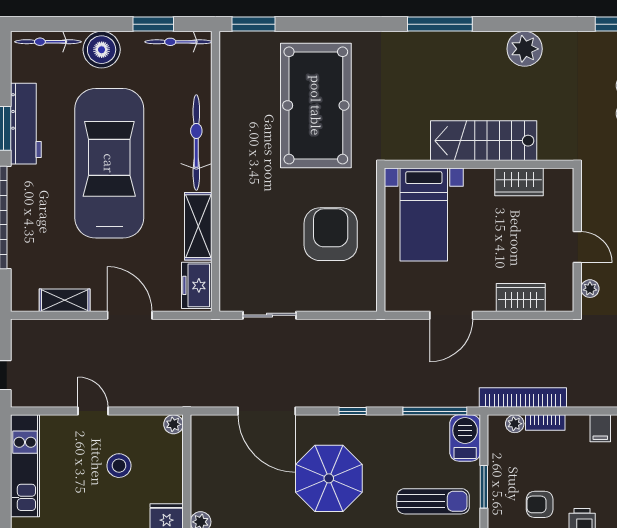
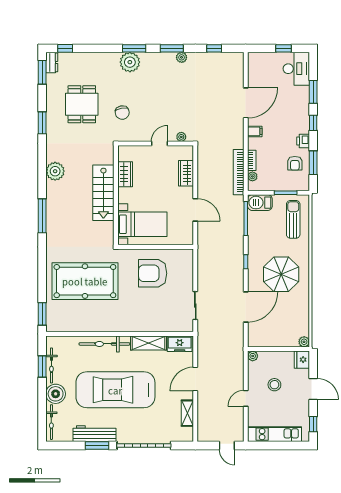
bicycle: (178, 42) -> (51, 365), moved

